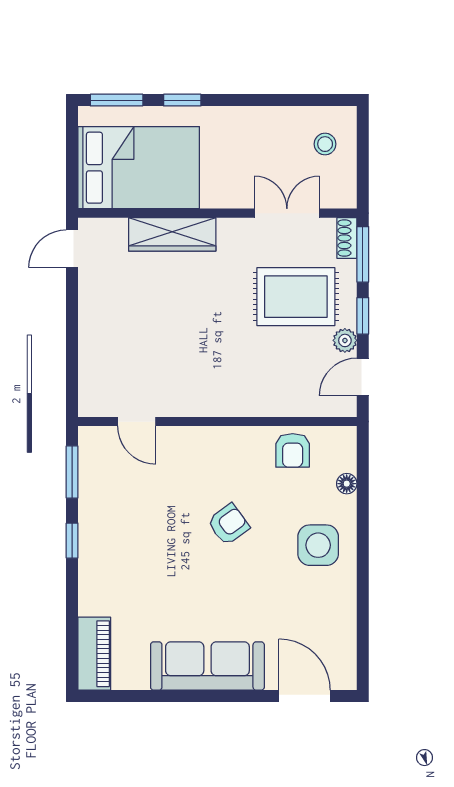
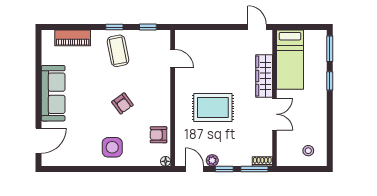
bed: (139, 168) -> (290, 60), width x0.67
double door: (287, 213) -> (274, 114), moved
rug: (296, 297) -> (213, 108), moved, turned 90
door: (137, 422) -> (173, 59), swing flipped
window: (72, 472) -> (148, 27), width x0.67
floor lamp: (347, 484) -> (166, 161), moved
coffee table: (121, 533) -> (118, 51), added
piano: (94, 654) -> (73, 38), moved

